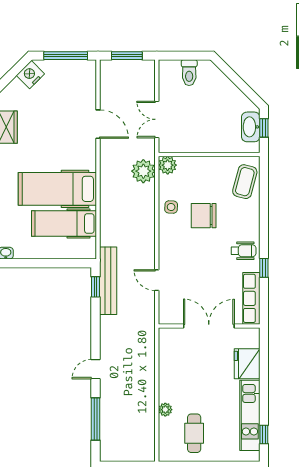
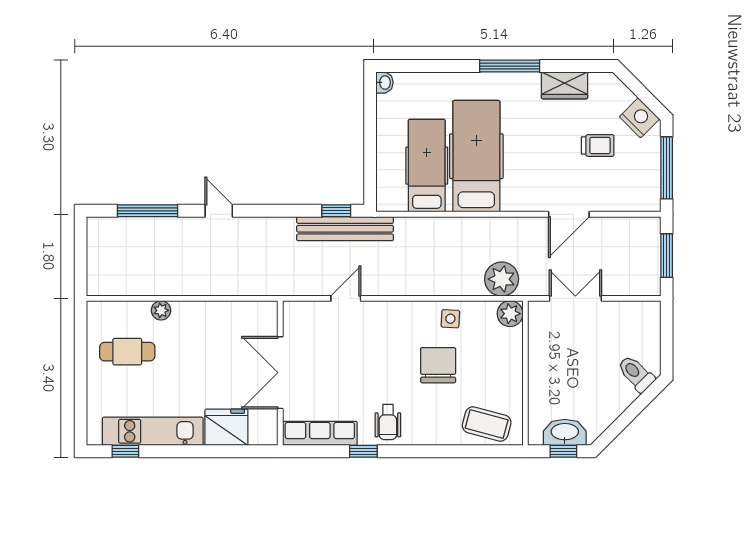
toilet: (189, 73) -> (636, 374), moved, turned 45
trolley: (50, 104) -> (598, 145), added
double door: (209, 326) -> (280, 373), swing flipped

